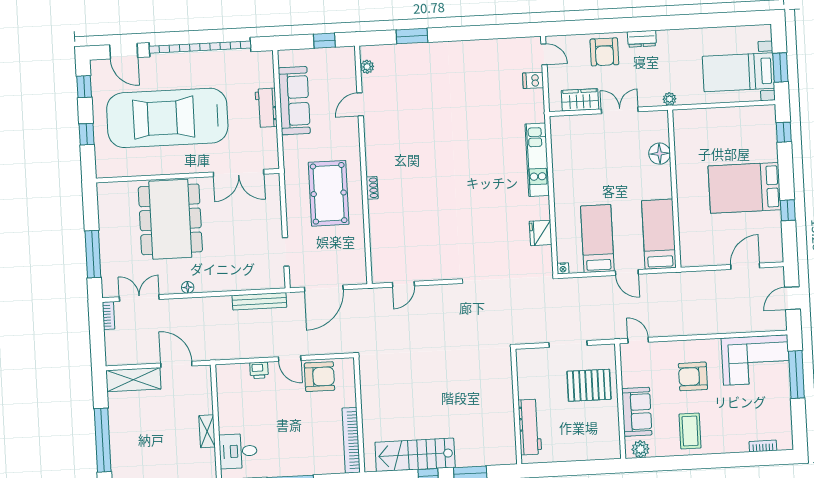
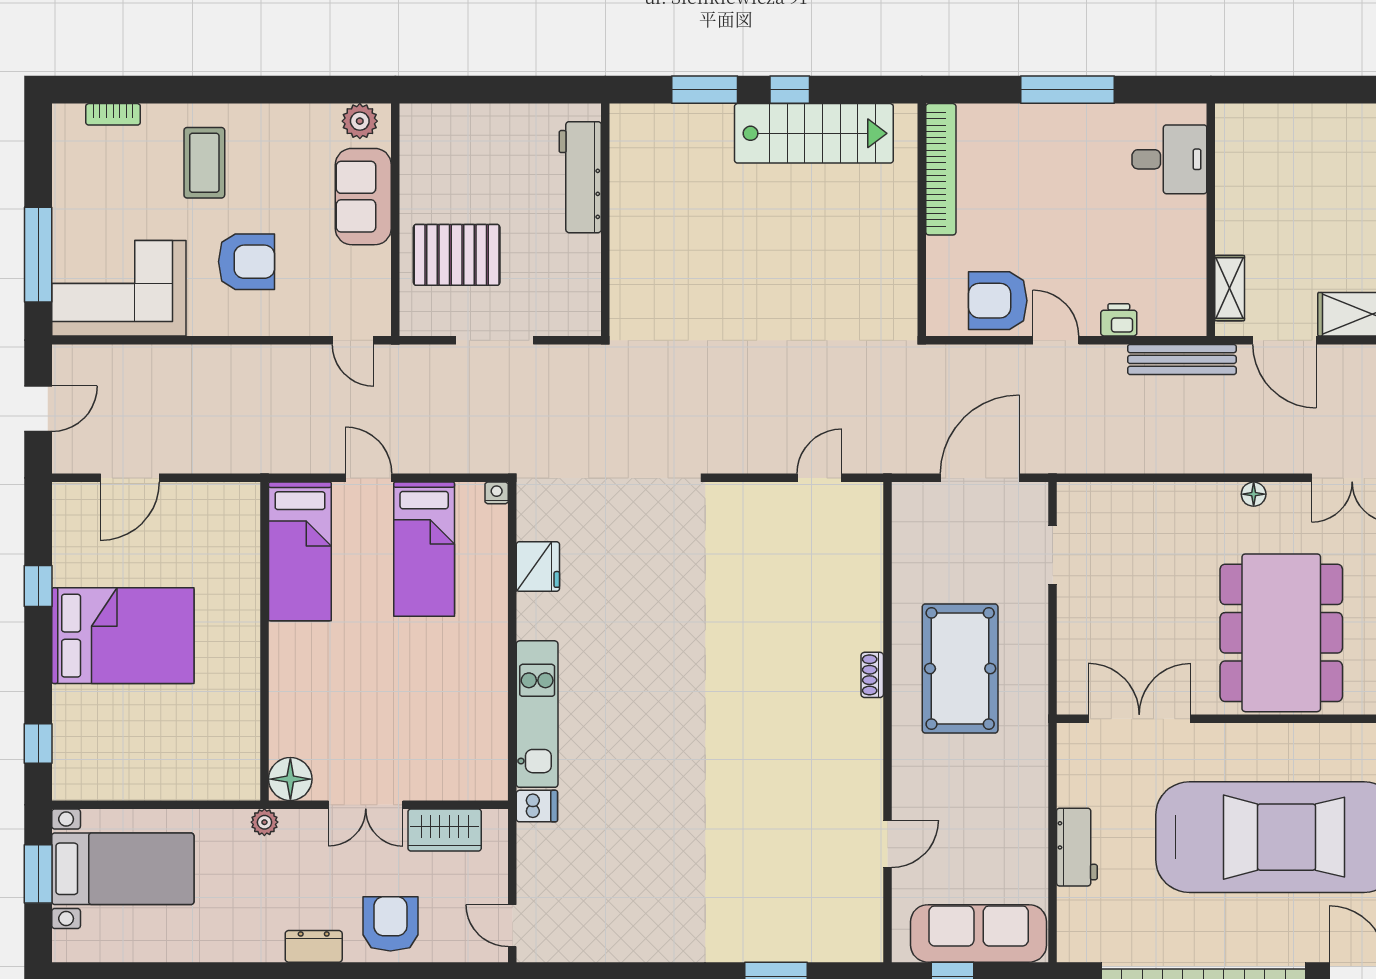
plant: (367, 67) -> (869, 919), removed
dishwasher: (533, 80) -> (537, 806), moved
sofa: (294, 101) -> (979, 933), moved, turned 90
floor lamp: (660, 154) -> (290, 779), moved
bench: (259, 301) -> (1182, 359), moved
shelving: (207, 431) -> (1230, 288), moved
coffee table: (690, 431) -> (204, 163), moved

